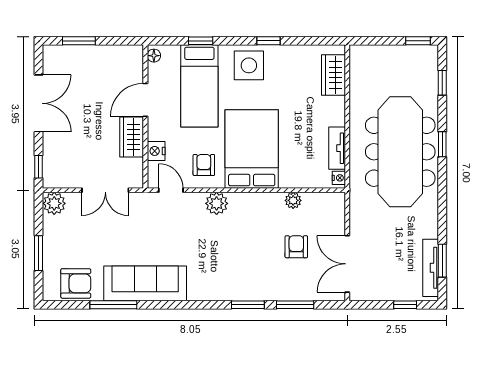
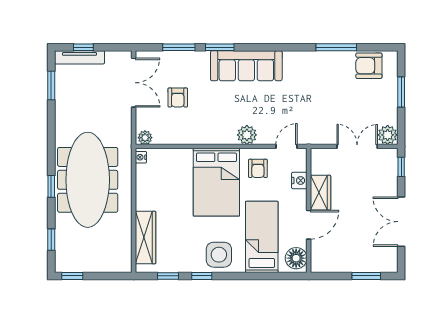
window: (201, 41) -> (168, 276), moved
floor lamp: (154, 56) -> (296, 258), width x1.89, depth x1.89
wardrobe: (334, 75) -> (146, 238), width x1.50
tv unit: (337, 148) -> (142, 183), removed
double door: (105, 190) -> (357, 146), moved
door: (171, 190) -> (286, 146), swing flipped
plant: (293, 200) -> (145, 138), moved
tv unit: (431, 268) -> (79, 57), moved, turned 90
sofa: (145, 283) -> (246, 66), moved

